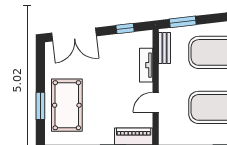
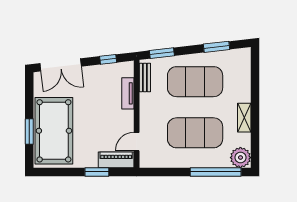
door: (156, 102) -> (137, 142), moved
pool table: (67, 105) -> (54, 131), width x1.36, depth x1.32

